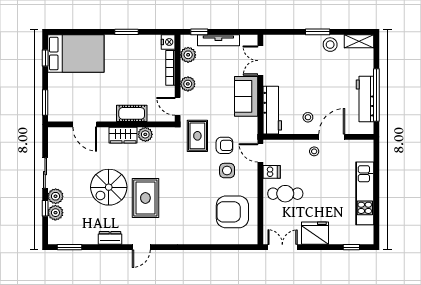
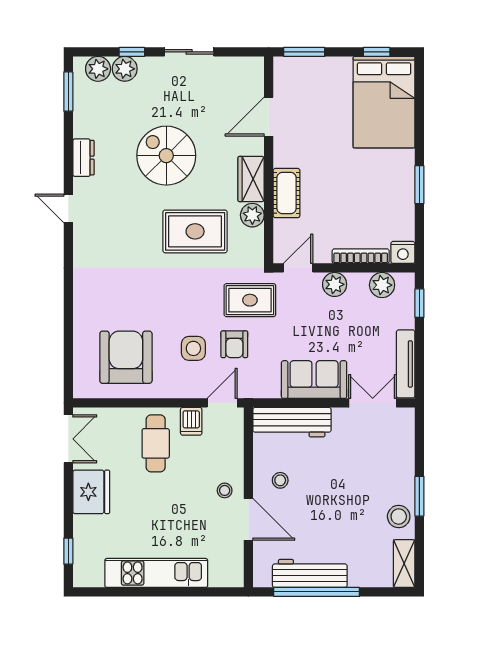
tv unit: (218, 40) -> (406, 364), moved
plant: (56, 196) -> (98, 69), moved
rug: (145, 198) -> (195, 231), moved

